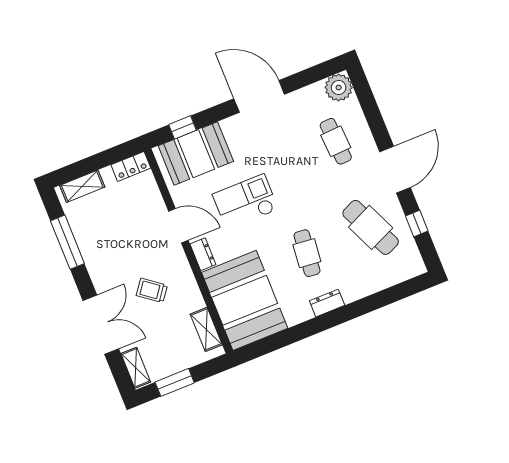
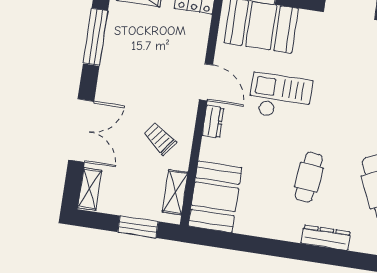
trolley: (152, 290) -> (160, 139), moved
booth: (245, 300) -> (215, 197), width x0.73, depth x0.70
dresser: (327, 303) -> (326, 238), moved, width x1.44
window: (175, 382) -> (138, 227), moved

